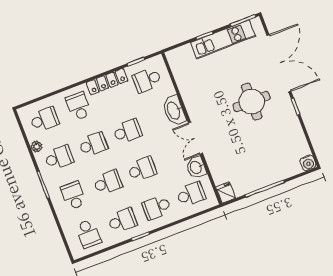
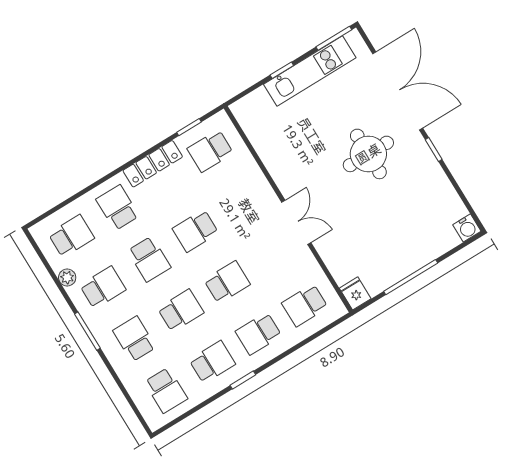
washbasin: (174, 111) -> (258, 188), removed
school desk: (127, 131) -> (195, 231), turned 180
double door: (195, 138) -> (296, 222), swing flipped
school desk: (93, 144) -> (149, 259), turned 90
washbasin: (196, 167) -> (305, 265), removed
school desk: (191, 194) -> (305, 305), turned 180

